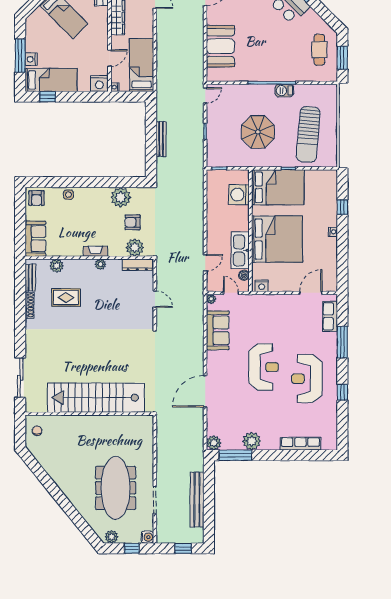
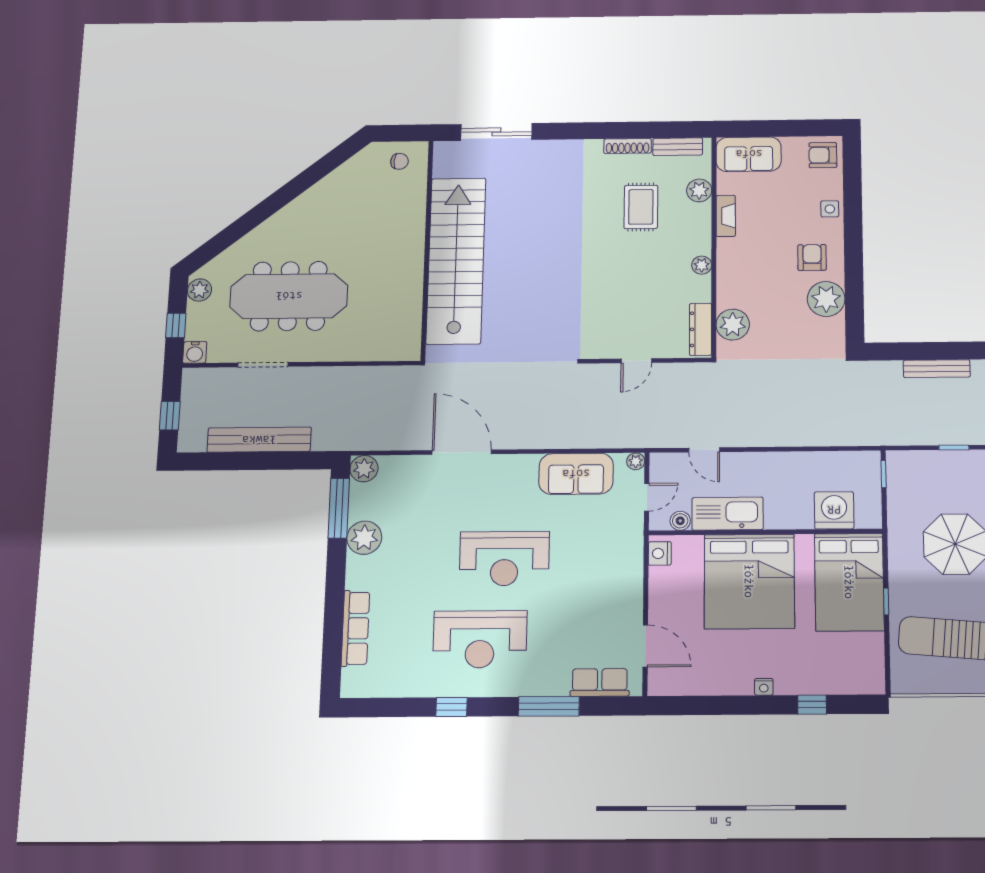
armchair: (133, 222) -> (812, 257), moved
fireplace: (95, 251) -> (726, 216), moved
reception desk: (307, 379) -> (480, 639), turned 180

